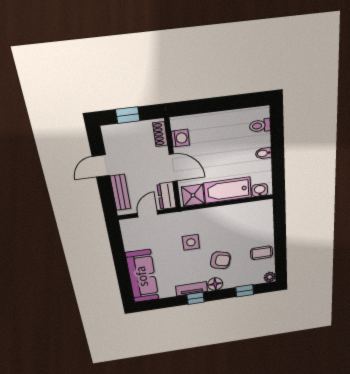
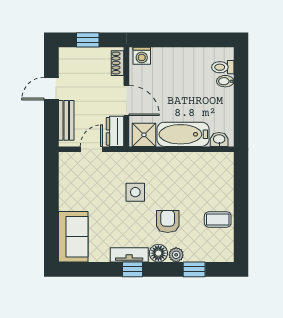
washing machine: (180, 138) -> (142, 56), moved, turned 90
bidet: (263, 153) -> (225, 81), moved
armchair: (220, 260) -> (168, 221), turned -105
sofa: (142, 276) -> (73, 237), width x0.73
plant: (270, 277) -> (176, 255), moved

